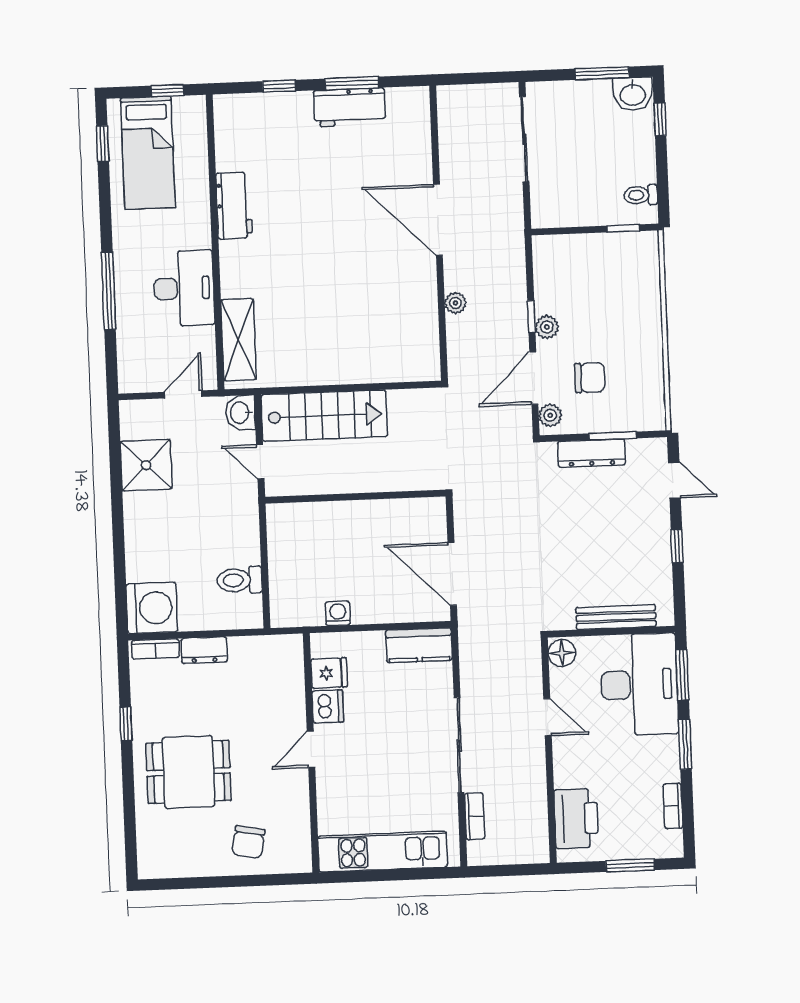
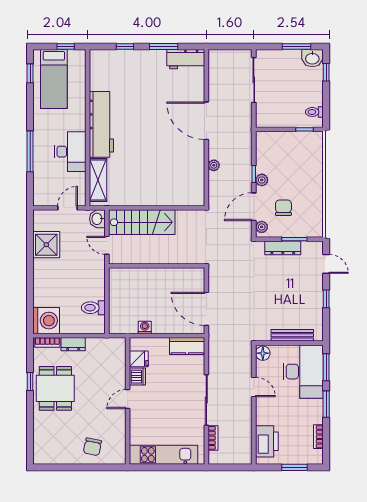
workbench: (349, 107) -> (186, 59), moved
workbench: (234, 206) -> (101, 124), width x1.87, depth x1.32
chair: (590, 378) -> (283, 208), turned -90
dining table: (189, 772) -> (55, 388), moved, turned 90

